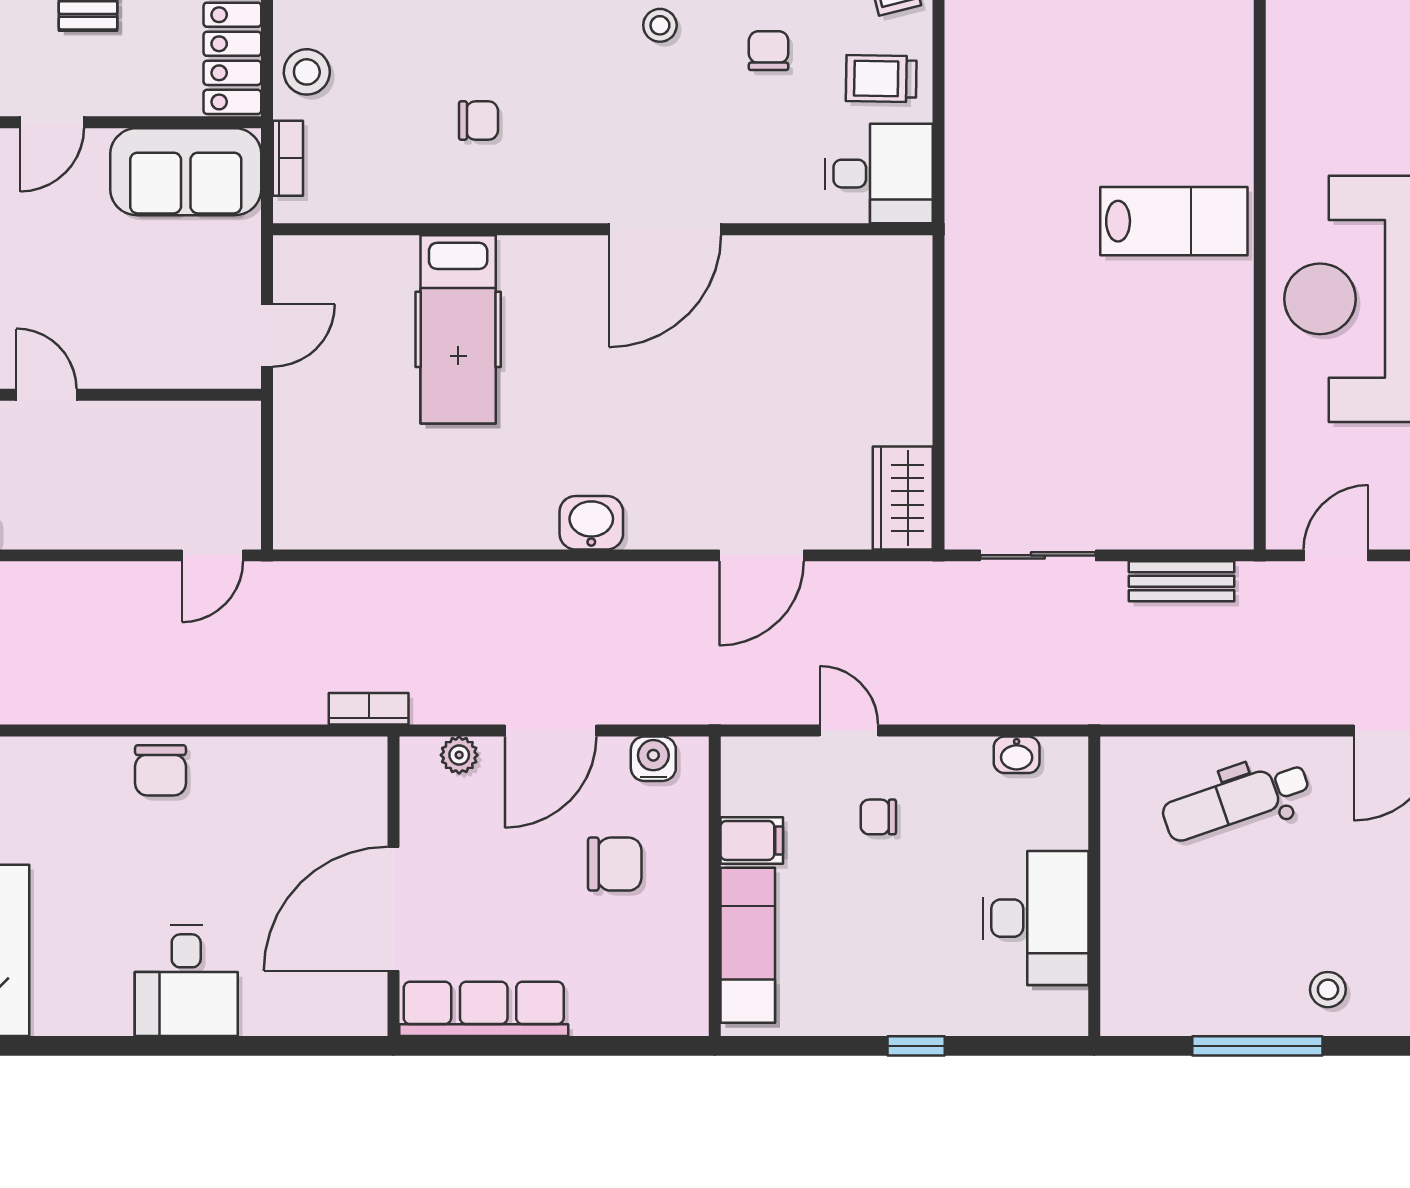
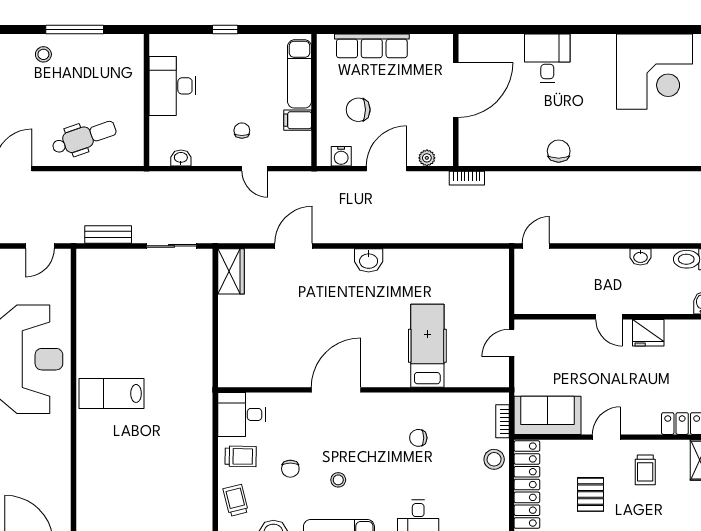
chair: (878, 817) -> (242, 131), turned -90
row of seats: (484, 1009) -> (372, 46), moved

